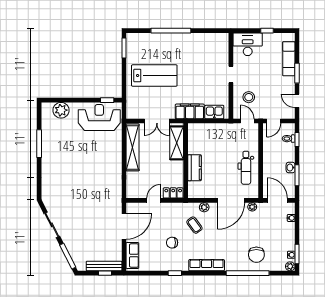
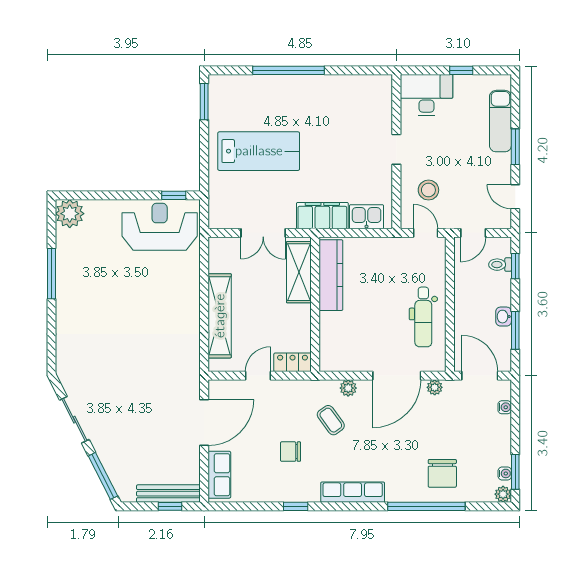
plant: (61, 110) -> (70, 214), moved
shelving: (133, 147) -> (220, 316), moved
kitchen counter: (194, 168) -> (331, 275), moved, width x1.50

